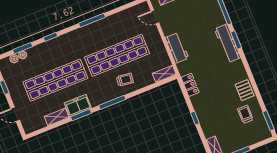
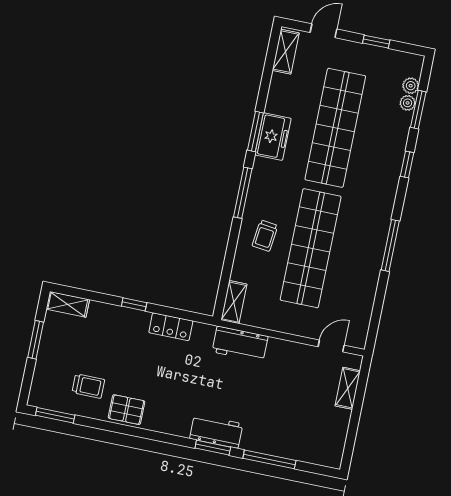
workbench: (228, 43) -> (216, 431), width x0.73
workbench: (177, 48) -> (240, 344), moved
locker: (190, 85) -> (171, 327), moved
shelving: (57, 117) -> (286, 52), moved

